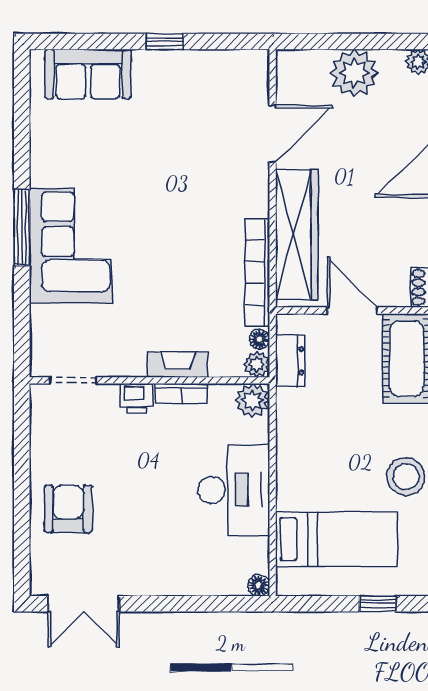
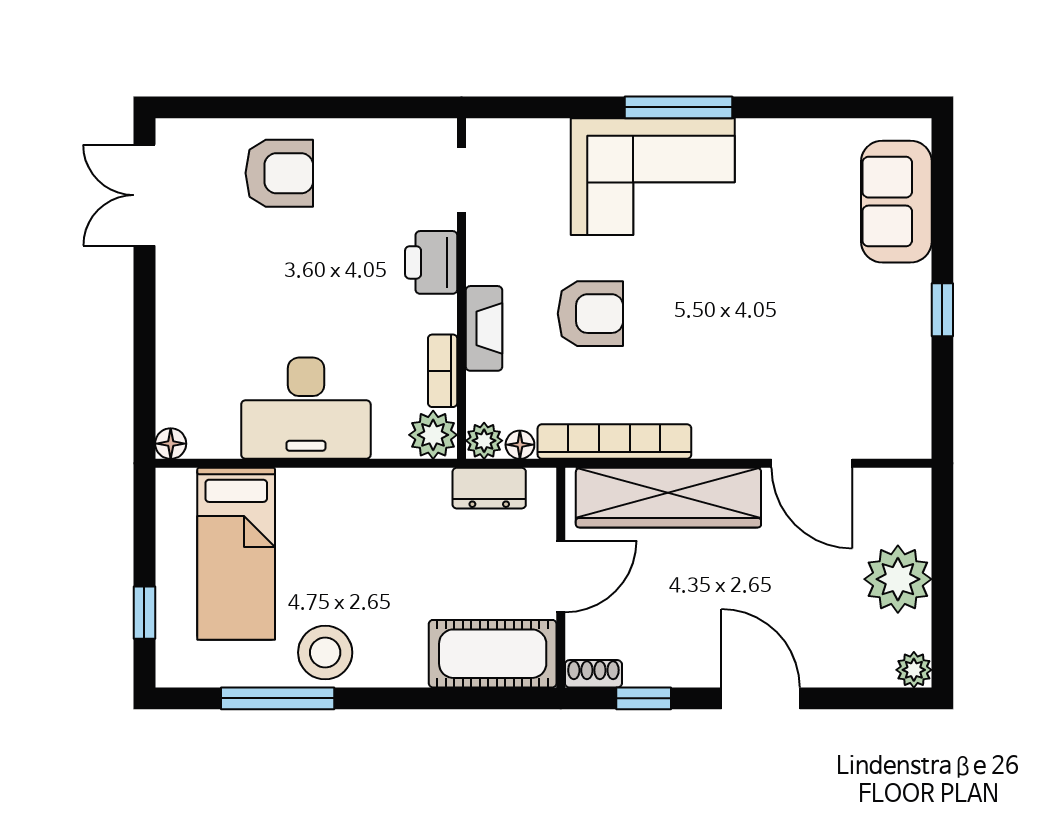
armchair: (167, 290) -> (590, 314), added
bookcase: (181, 394) -> (443, 371), moved
printer: (137, 398) -> (431, 262), width x1.36, depth x1.24

